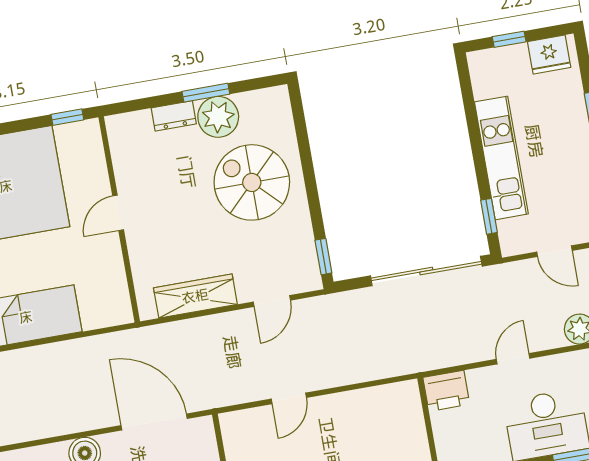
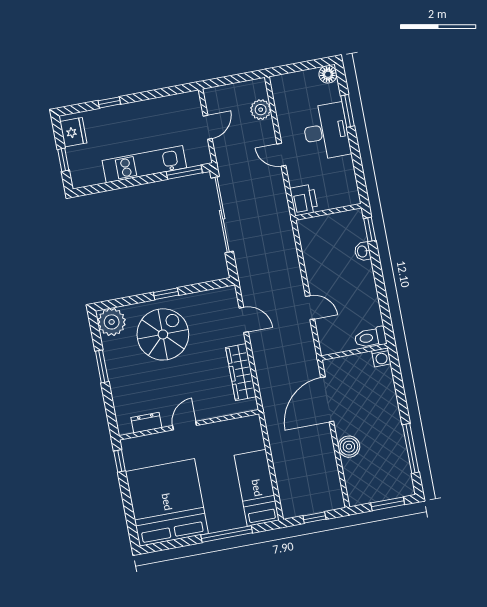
dresser: (174, 116) -> (146, 423), moved, turned -90
plant: (218, 117) -> (112, 322), moved
spiral stairs: (252, 182) -> (163, 334), turned 180
door: (118, 213) -> (185, 426), swing flipped
window: (489, 216) -> (184, 172), width x1.50
window: (323, 257) -> (166, 294), moved

